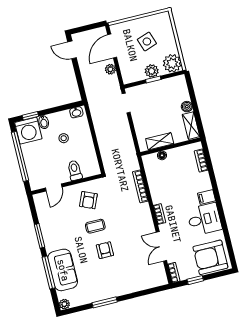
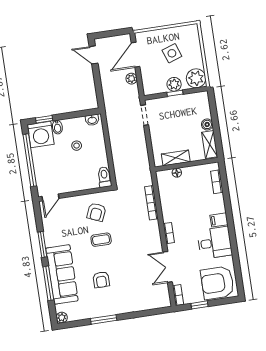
toilet: (75, 170) -> (104, 177), moved
door: (54, 188) -> (50, 197), moved
armchair: (105, 250) -> (101, 280), moved, turned 180
sofa: (63, 270) -> (62, 274), width x1.36

